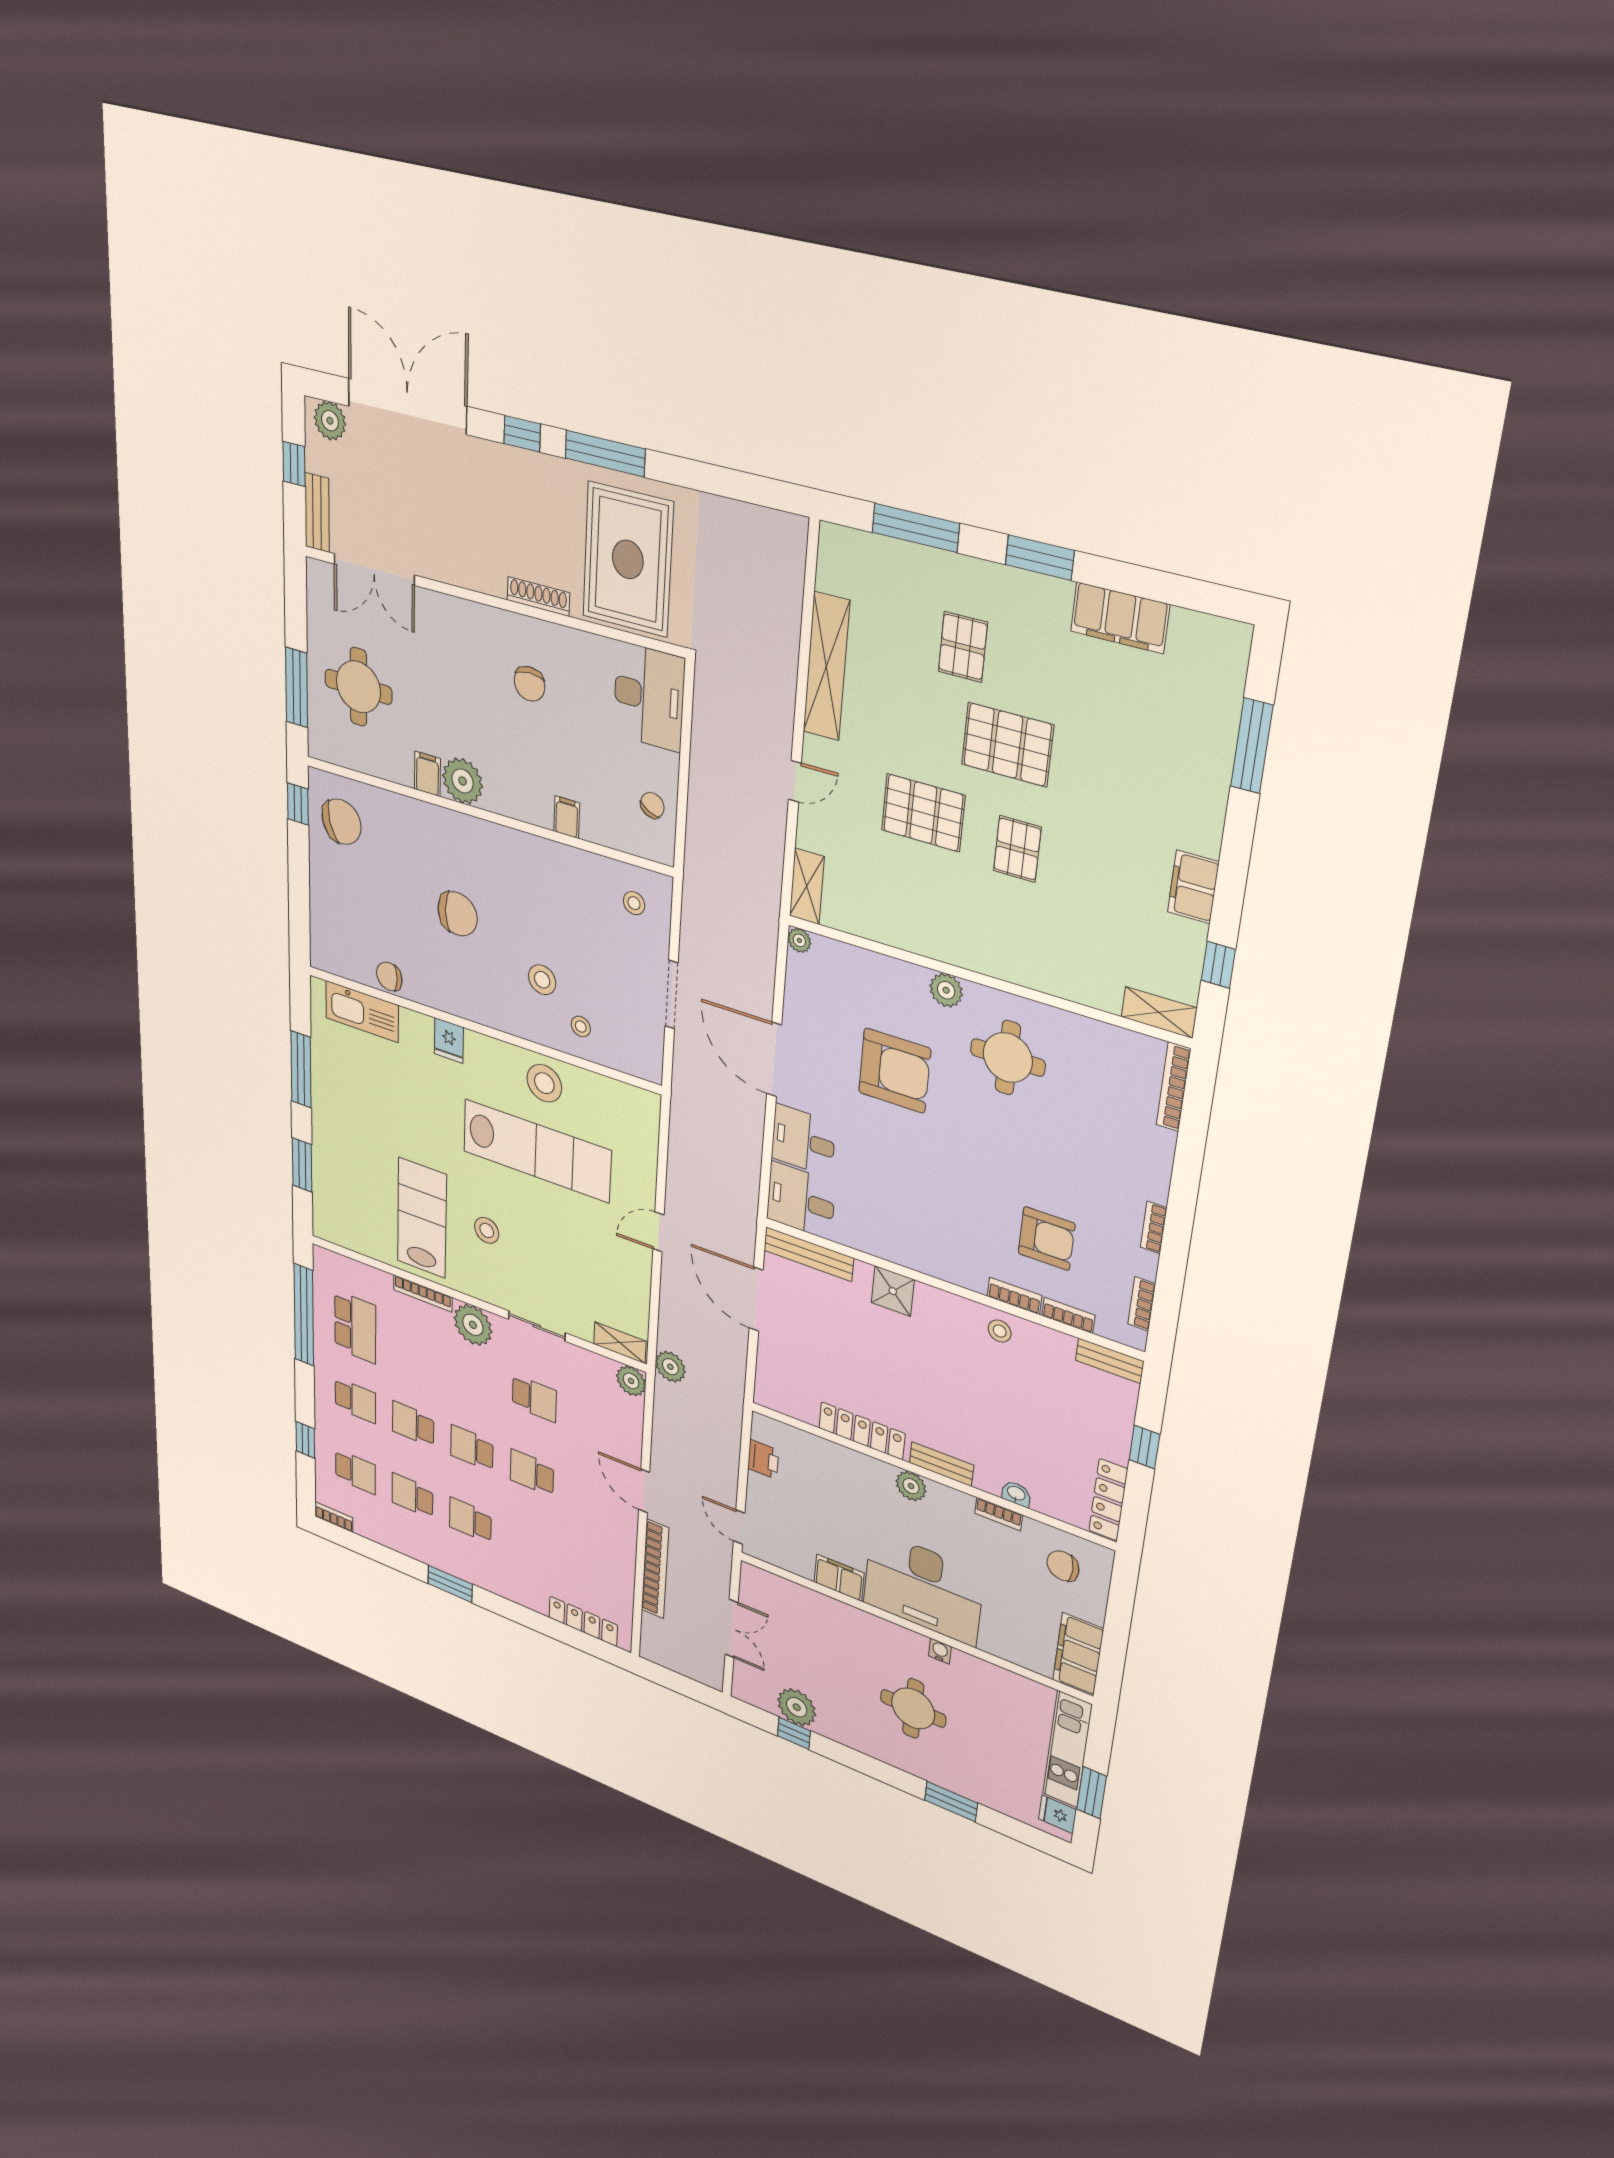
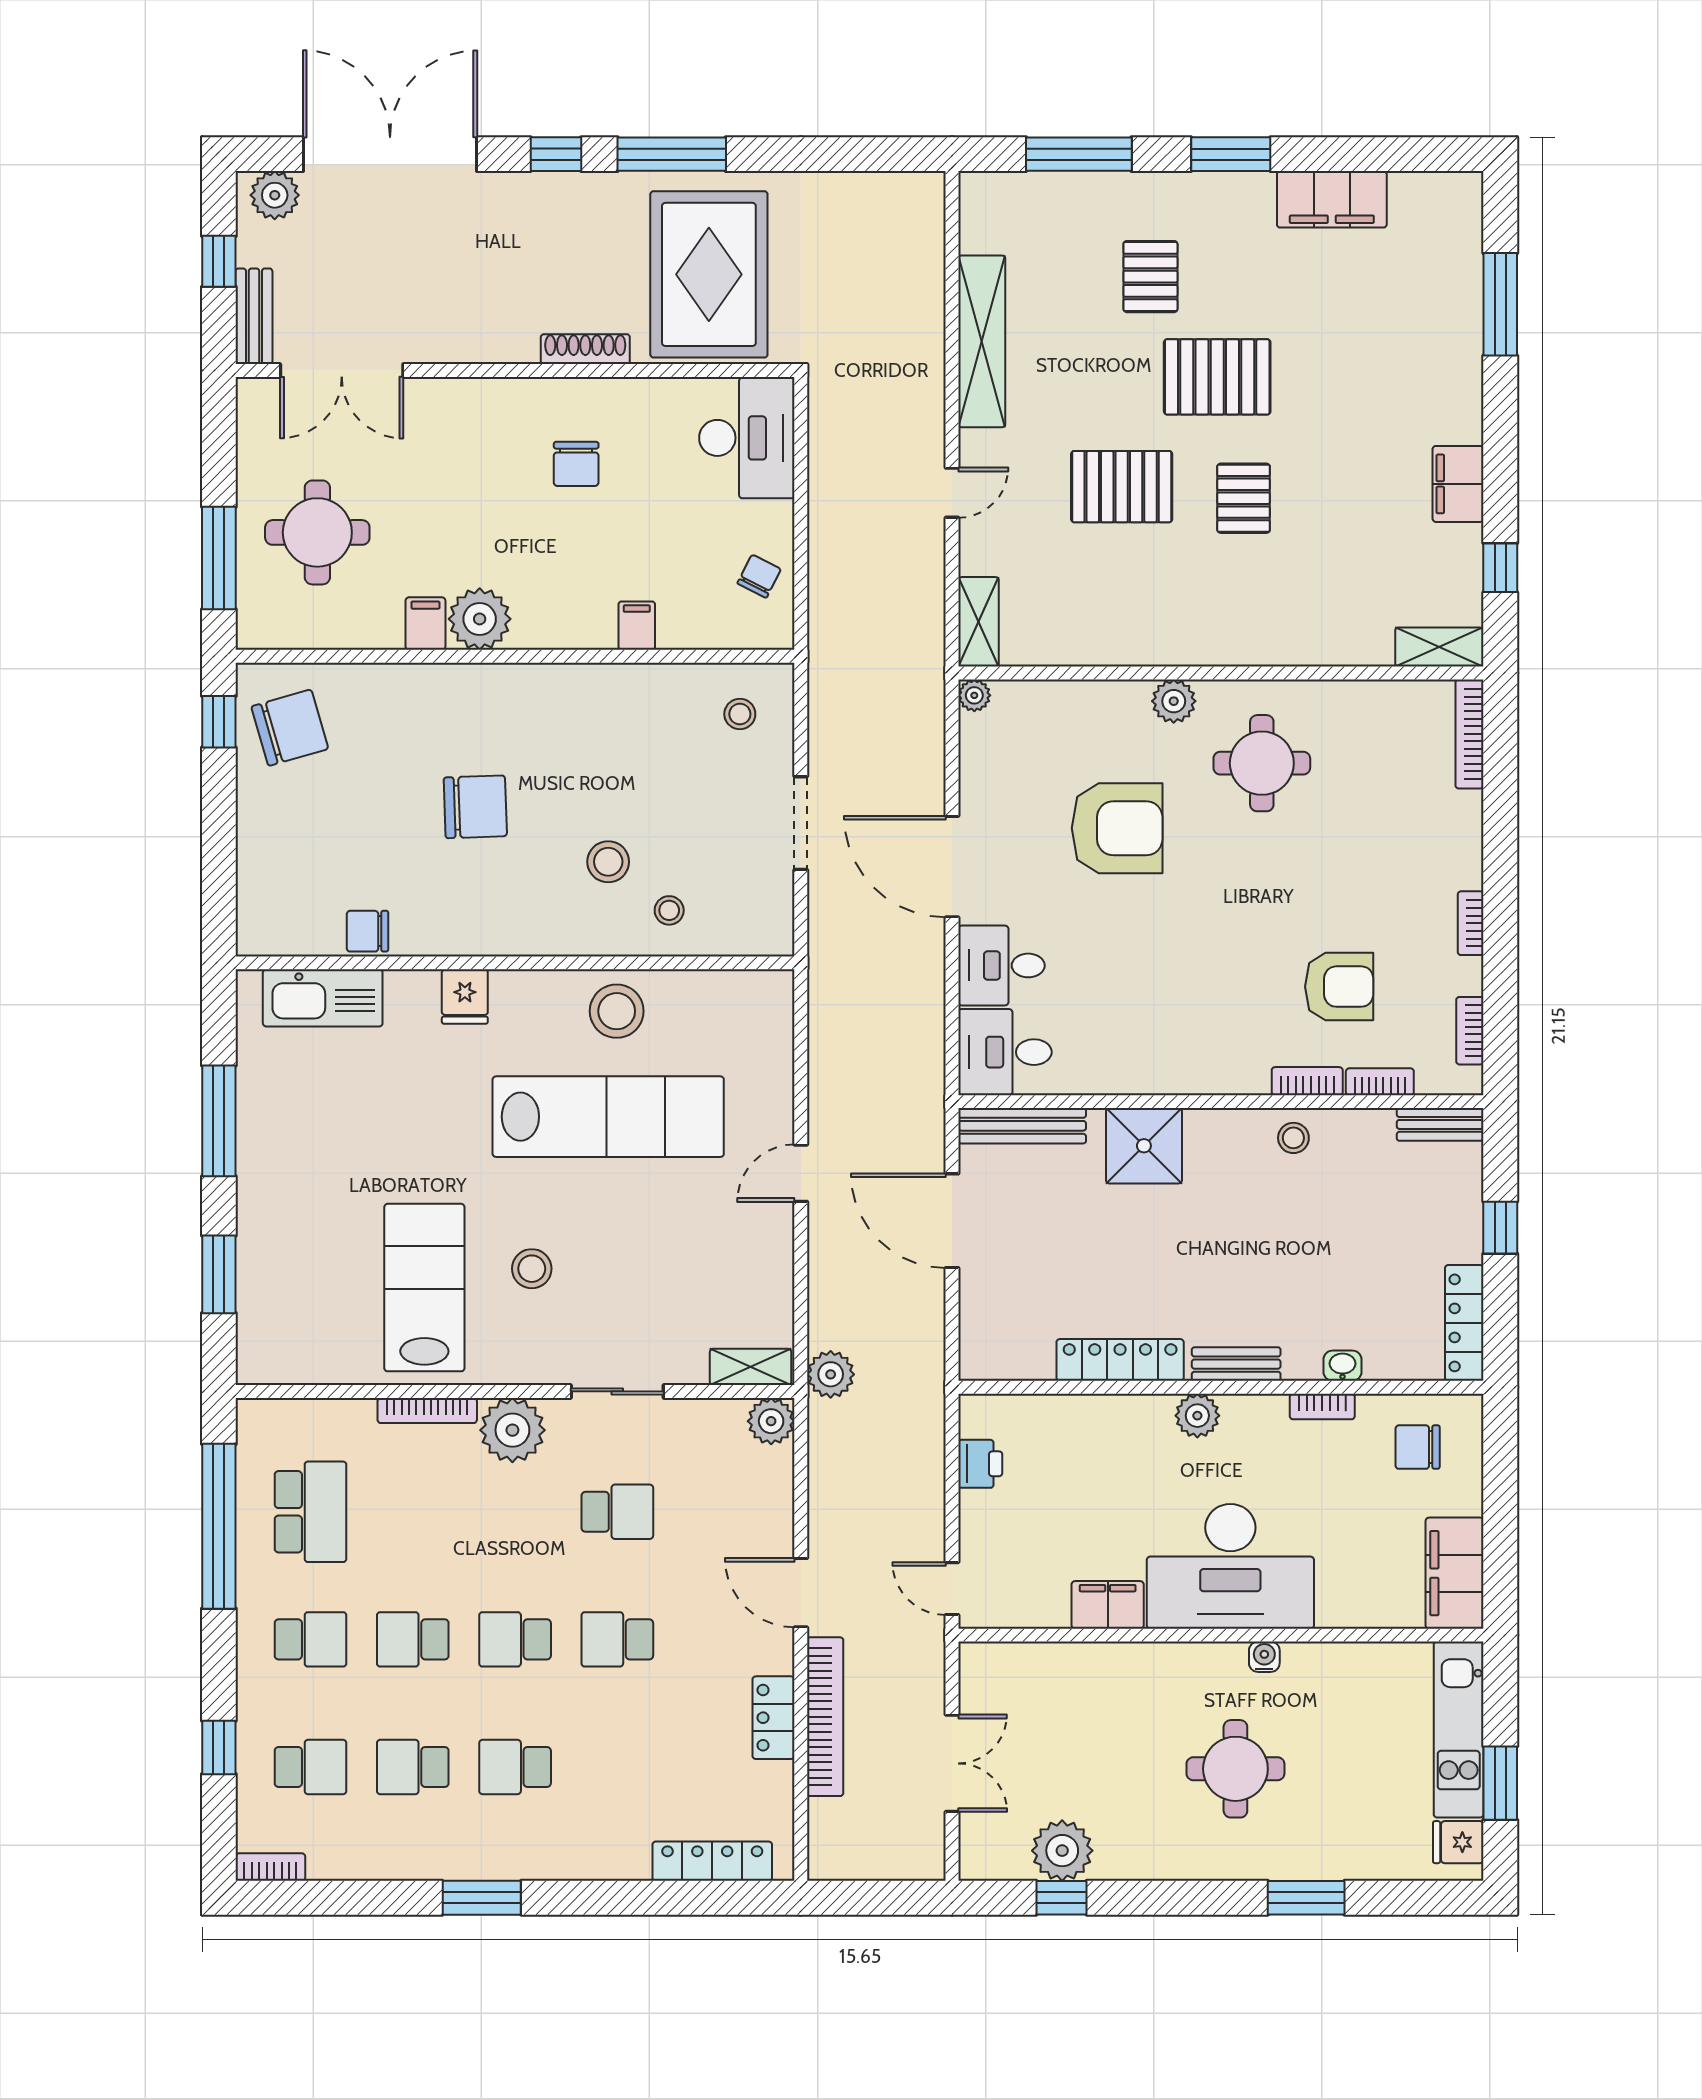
shower: (893, 1291) -> (1144, 1146), width x1.36, depth x1.36
locker: (624, 1556) -> (774, 1718), added

